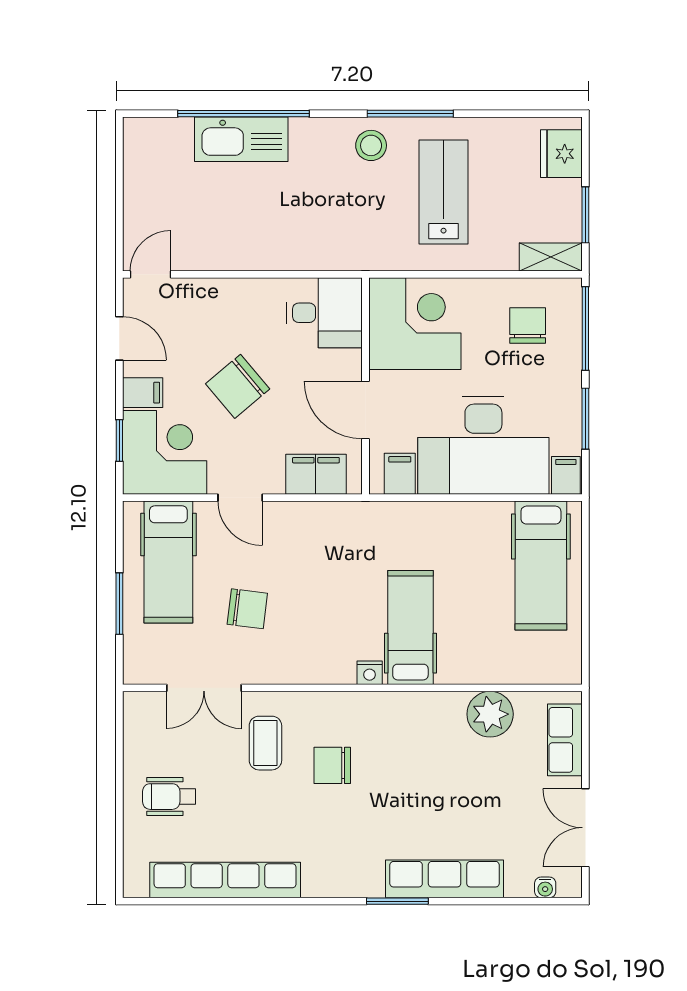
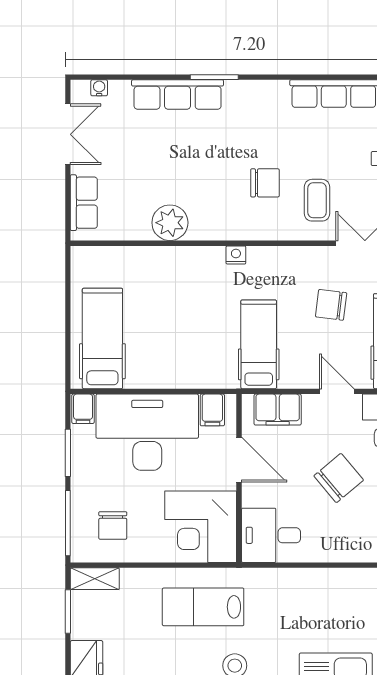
lab bench: (443, 192) -> (203, 607), moved, turned 90
hospital bed: (410, 627) -> (259, 344), moved, turned 180
plant: (490, 714) -> (170, 223), moved

